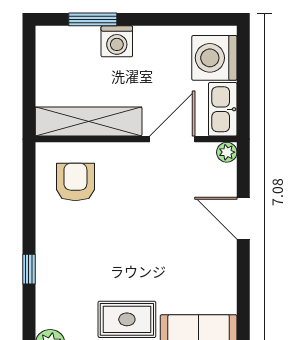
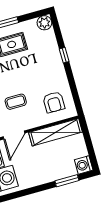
washing machine: (117, 41) -> (84, 165), moved, turned -90
coffee table: (150, 204) -> (16, 102), added

